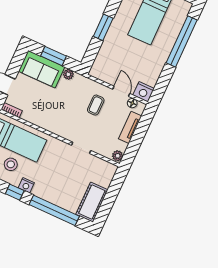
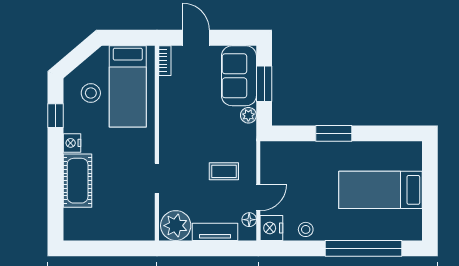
stool: (154, 71) -> (306, 229), added
plant: (118, 156) -> (176, 226), width x1.87, depth x1.87
nightstand: (26, 185) -> (72, 143), moved
cot: (92, 202) -> (78, 181), moved, turned 90
window: (54, 210) -> (56, 181), removed

